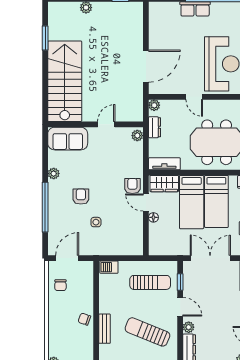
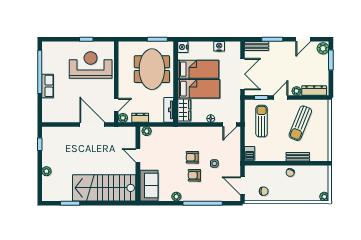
door: (194, 97) -> (116, 105), moved
armchair: (132, 186) -> (192, 157), moved
door: (146, 203) -> (230, 124), moved
double door: (210, 258) -> (242, 74), swing flipped

